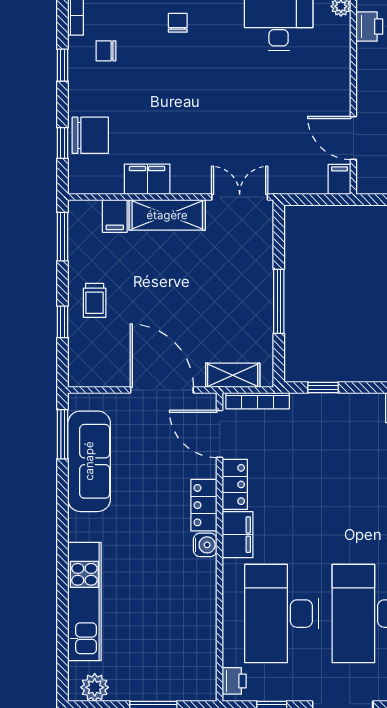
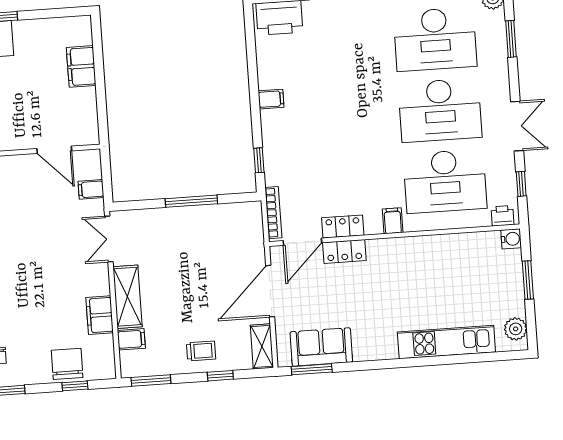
door: (353, 138) -> (54, 150), hinge flipped
filing cabinet: (340, 179) -> (91, 189), moved
shelving: (233, 375) -> (262, 346), moved
sofa: (89, 461) -> (321, 347), width x0.73
locker: (204, 505) -> (344, 252), moved
filing cabinet: (238, 535) -> (393, 221), width x0.50
water cooler: (205, 545) -> (511, 239), moved, turned 90

